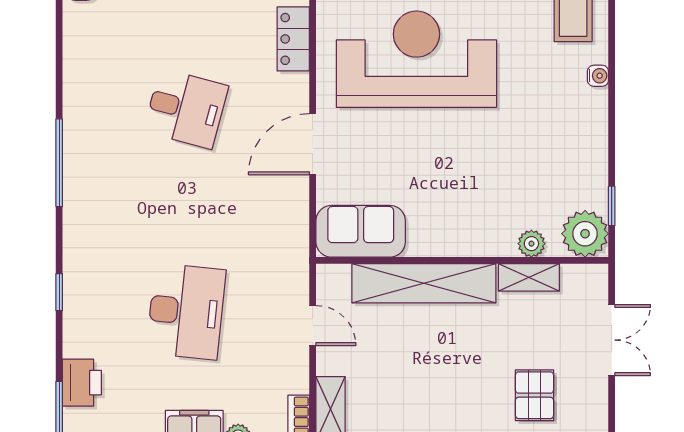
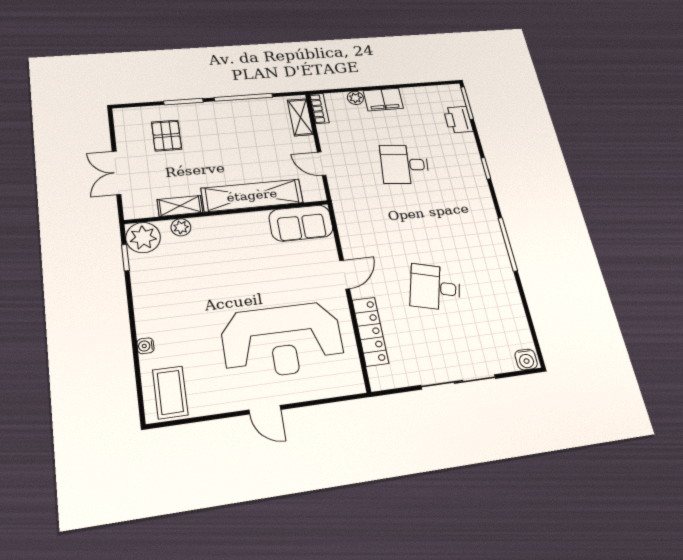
locker: (293, 39) -> (370, 331), width x1.53
door: (313, 144) -> (345, 274), width x0.73
desk: (186, 311) -> (405, 164), width x0.73

